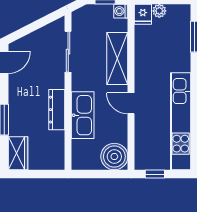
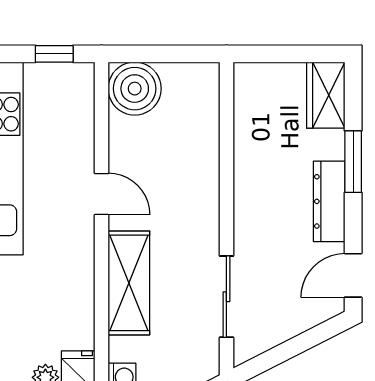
dresser: (57, 110) -> (329, 201), moved, turned 180
kitchen sink: (83, 115) -> (197, 171), removed

